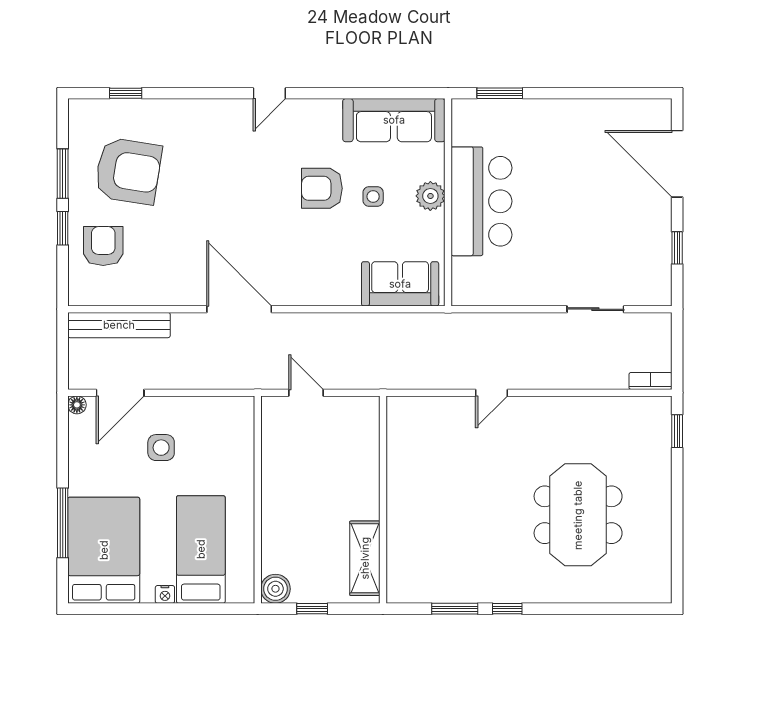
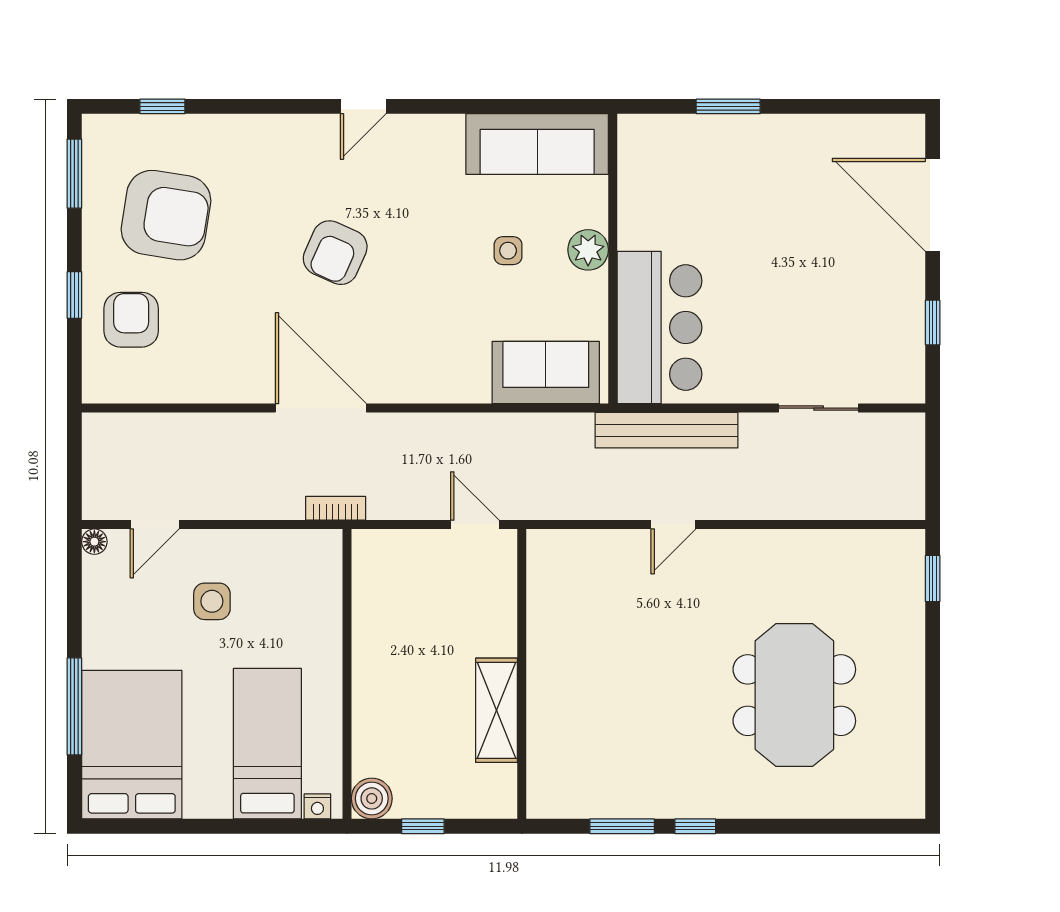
window: (500, 93) -> (728, 106), moved
window: (63, 174) -> (74, 174), moved
armchair: (322, 188) -> (335, 253), moved, turned -66
bar counter: (482, 201) -> (660, 327), moved
bench: (119, 325) -> (666, 430), moved
bookcase: (650, 381) -> (336, 508), moved
door: (120, 393) -> (155, 525), width x0.73
door: (306, 393) -> (475, 525), moved
shelving: (365, 558) -> (497, 710), moved
nightstand: (165, 594) -> (317, 806), moved

